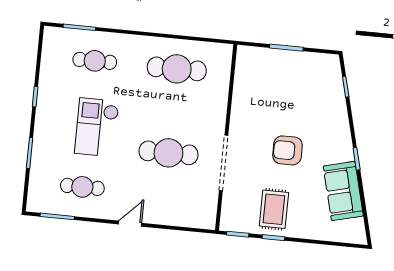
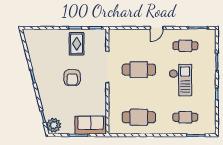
plant: (328, 70) -> (54, 125), added
armchair: (288, 150) -> (72, 78), turned 90
sofa: (343, 191) -> (91, 125), moved, turned -76

